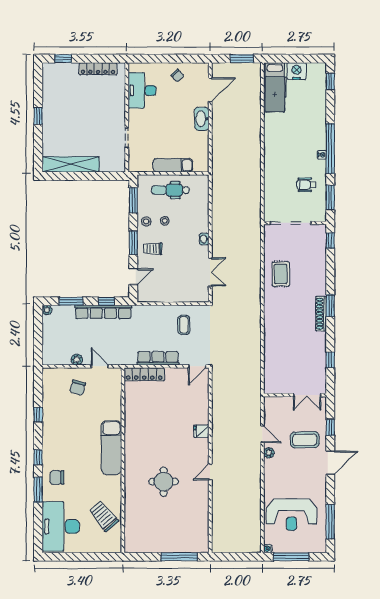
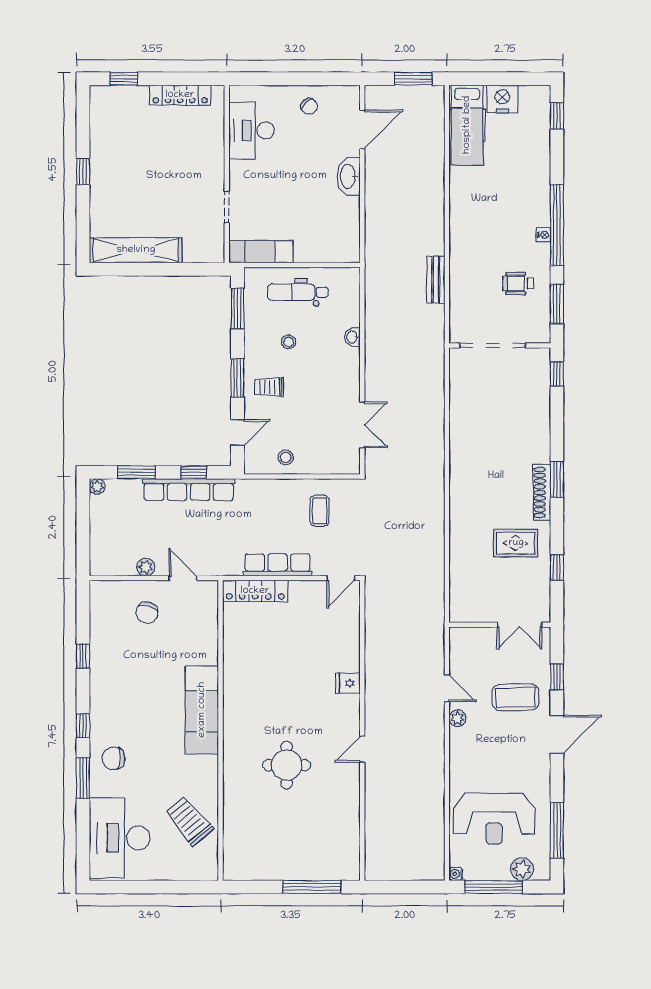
exam couch: (173, 165) -> (261, 252), moved
bench: (256, 182) -> (436, 280), added
stool: (146, 221) -> (286, 458), moved
washbasin: (204, 239) -> (352, 337), moved
rug: (281, 274) -> (516, 543), moved, turned 90
plant: (309, 546) -> (522, 869), added

